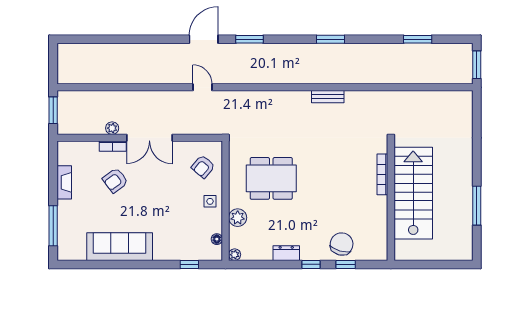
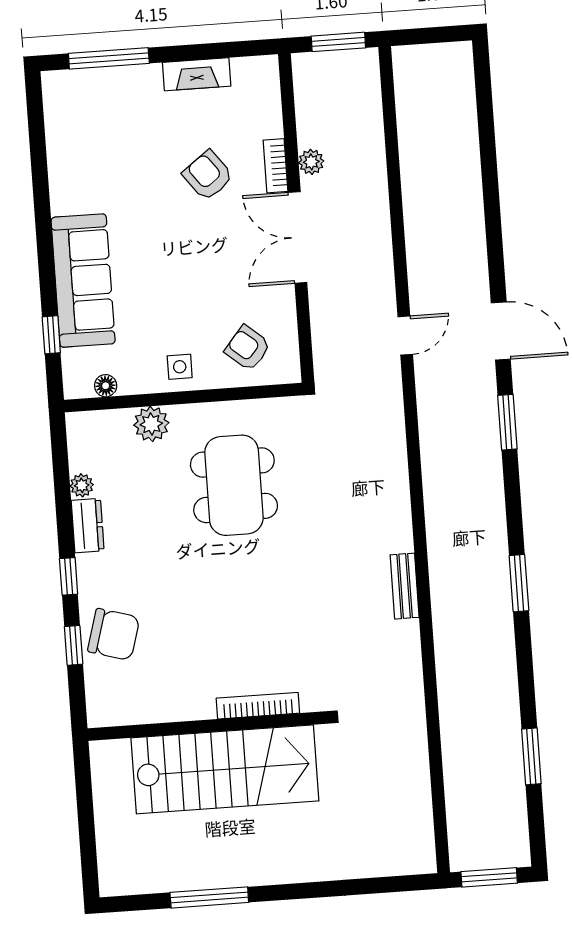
sofa: (120, 247) -> (83, 281), moved
plant: (235, 255) -> (82, 485), moved

